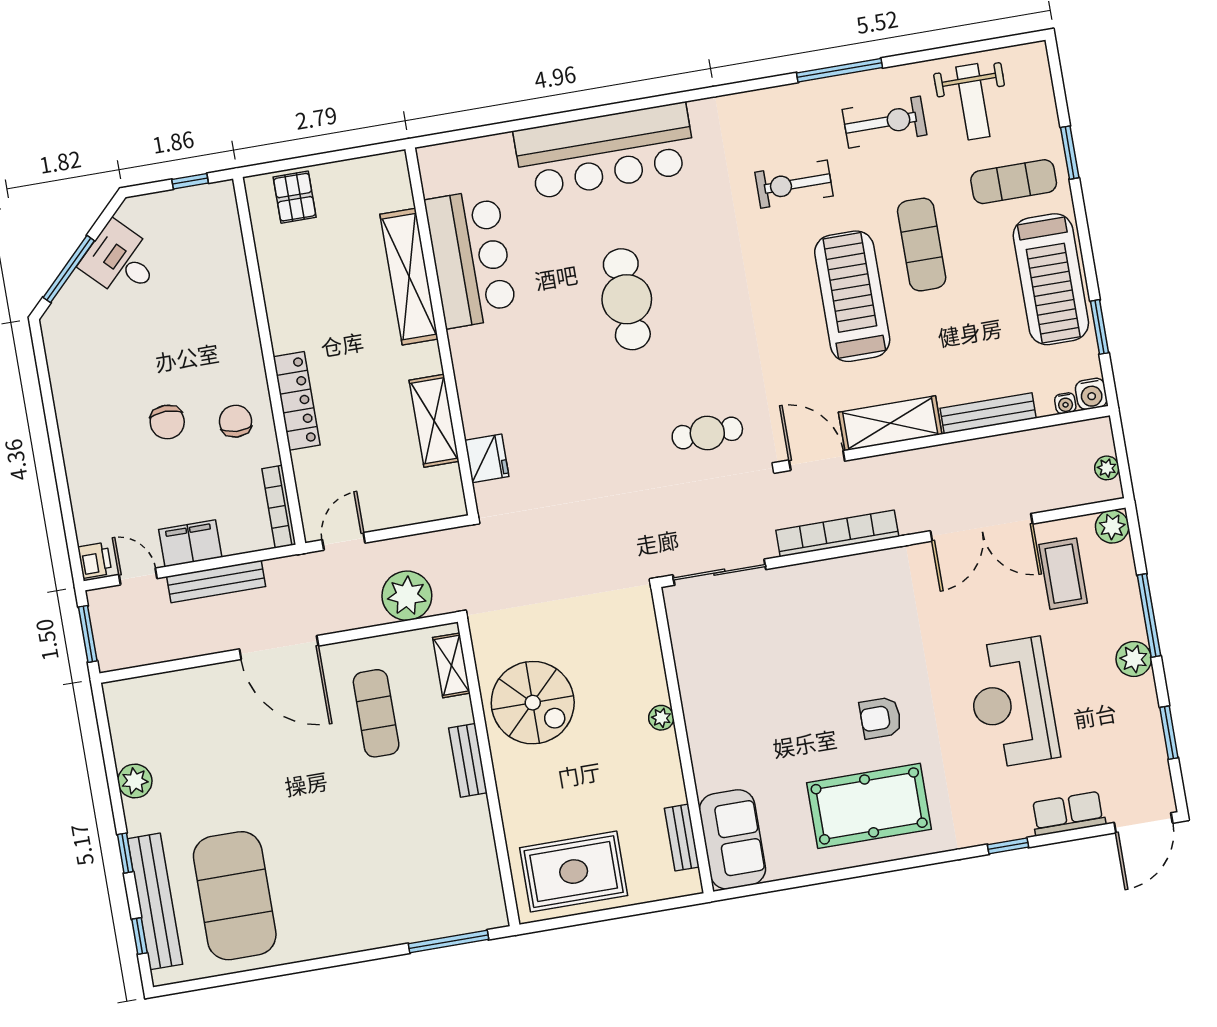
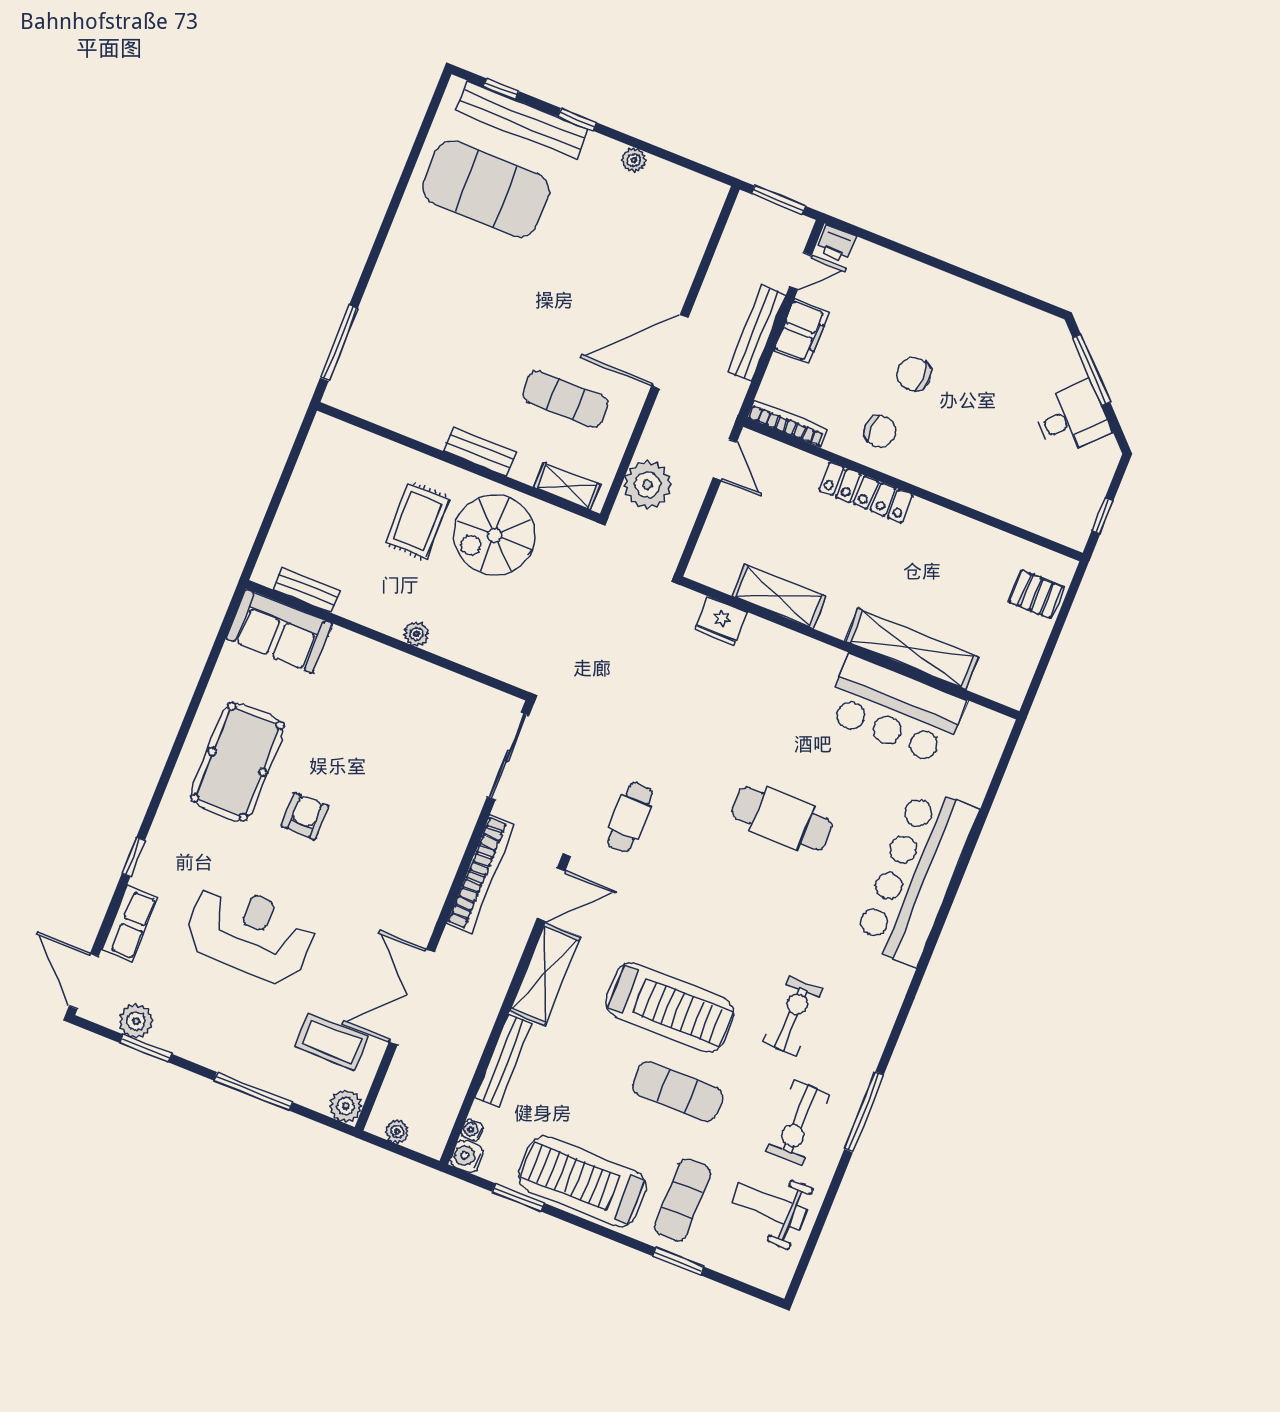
plant: (1134, 659) -> (136, 1021), moved
plant: (135, 781) -> (634, 160), width x0.73, depth x0.73
rug: (574, 872) -> (417, 521), moved, width x0.73, depth x0.70

